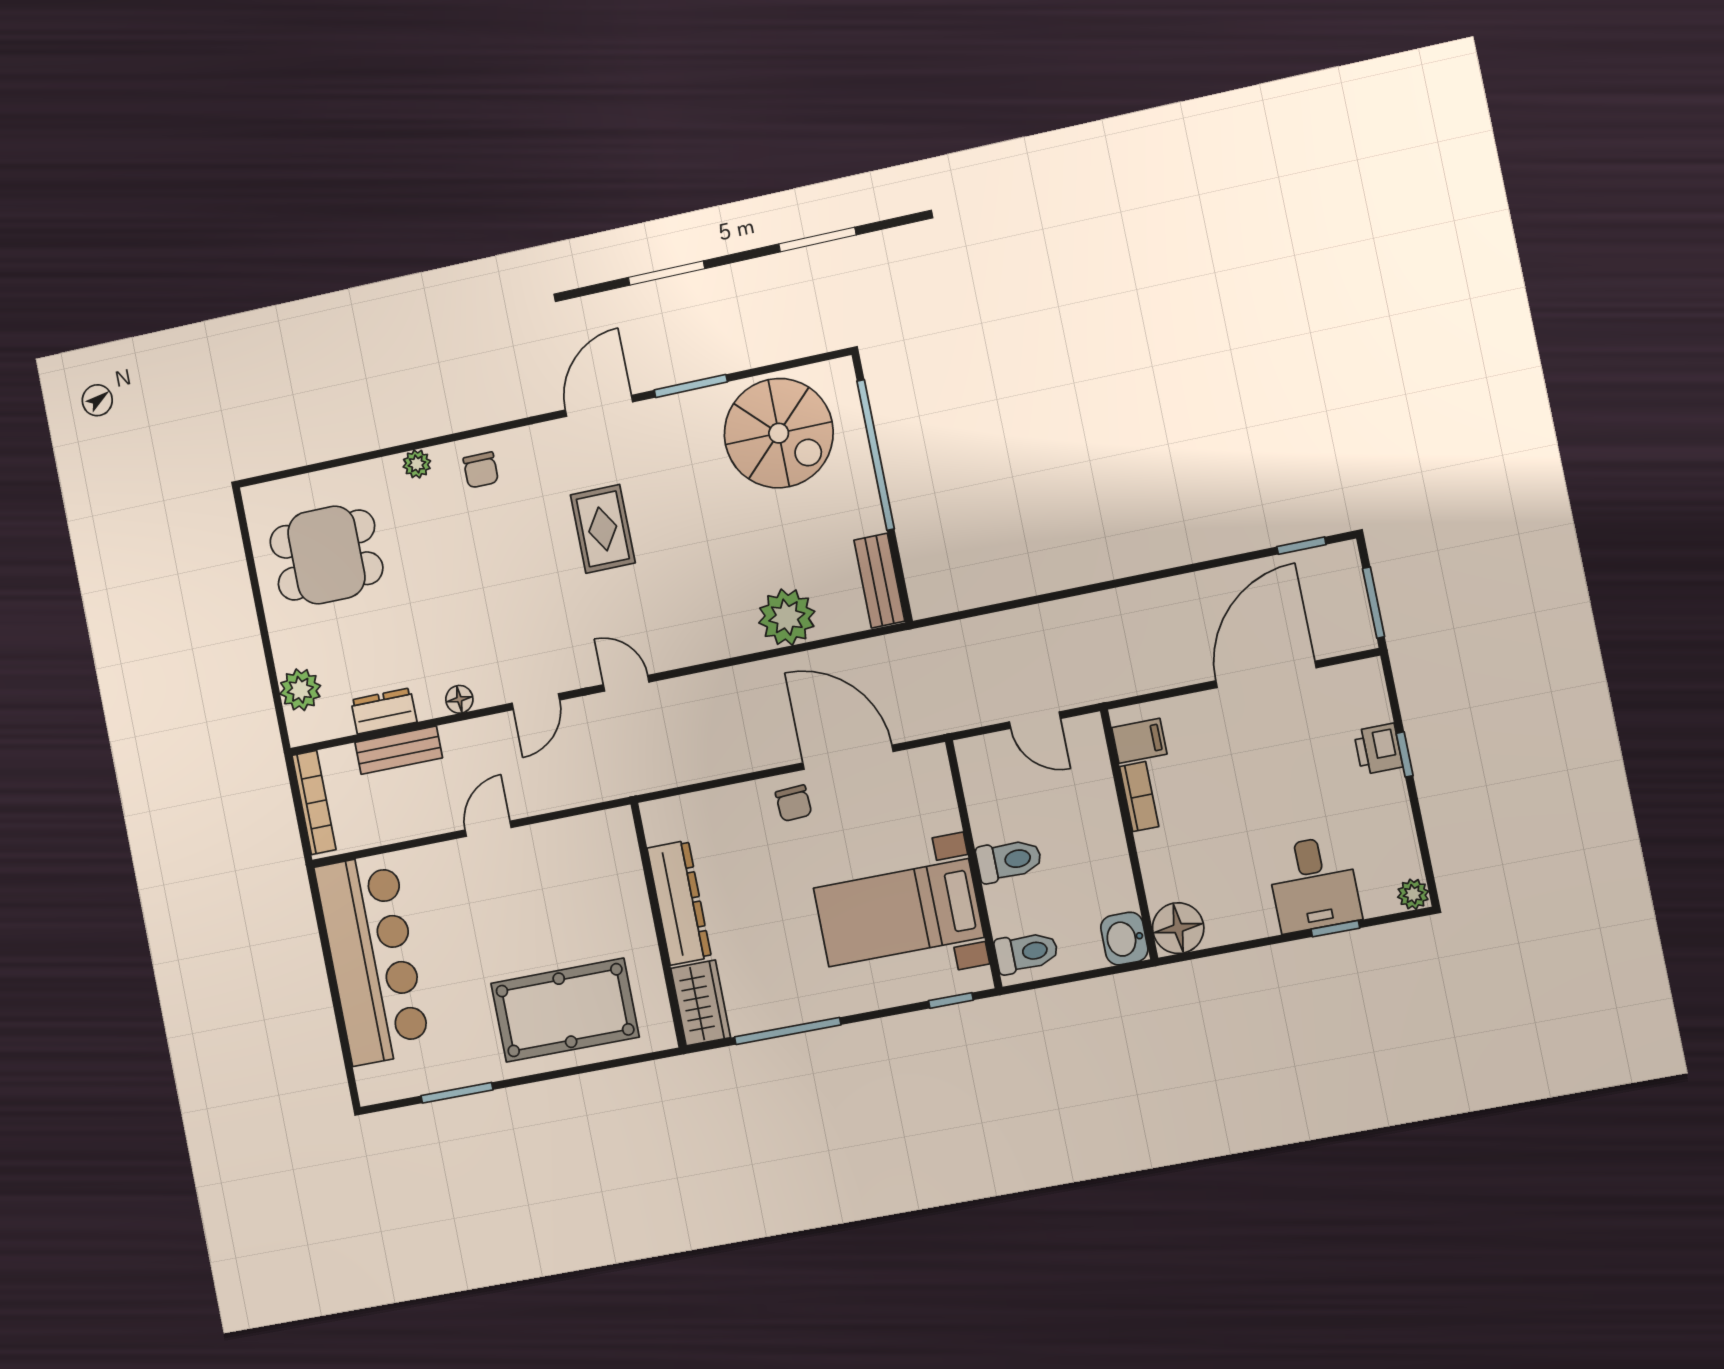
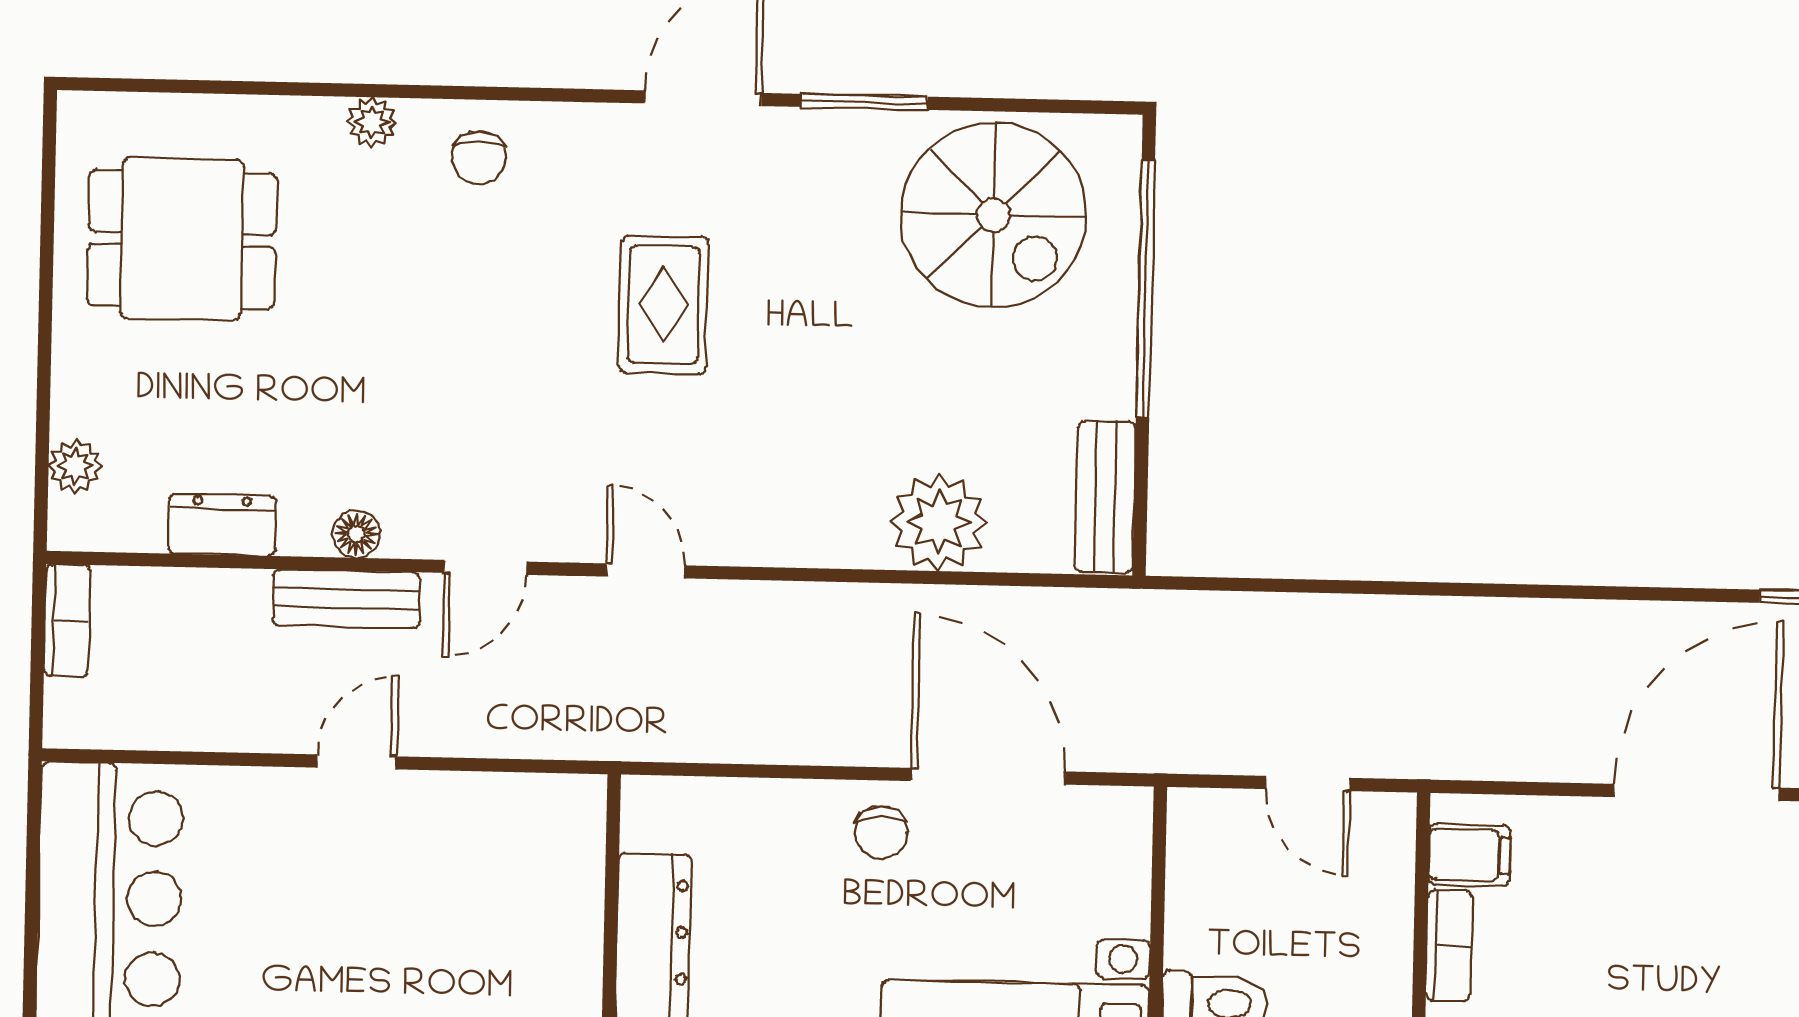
plant: (300, 690) -> (75, 466), width x0.73, depth x0.73
bench: (399, 750) -> (346, 599), moved
bookcase: (314, 802) -> (67, 621), width x0.64

